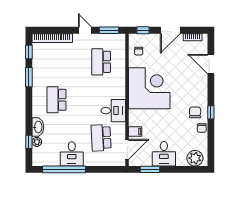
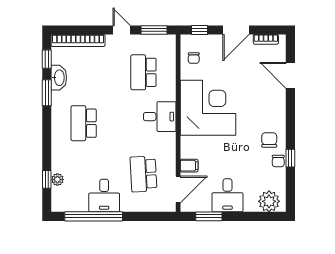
desk: (113, 111) -> (160, 117), moved
window: (211, 112) -> (290, 158), moved
washbasin: (38, 127) -> (59, 78), moved

